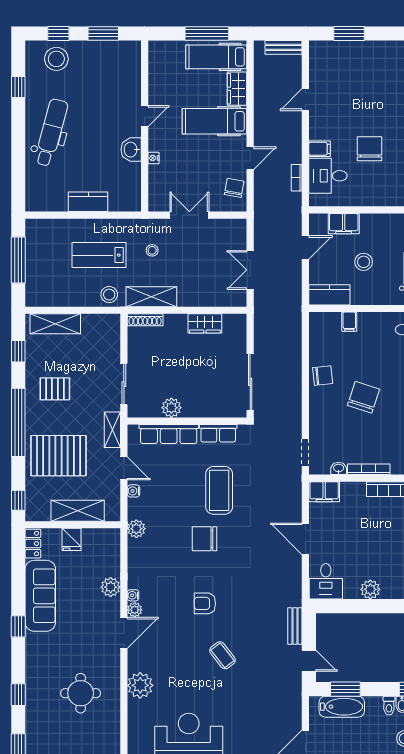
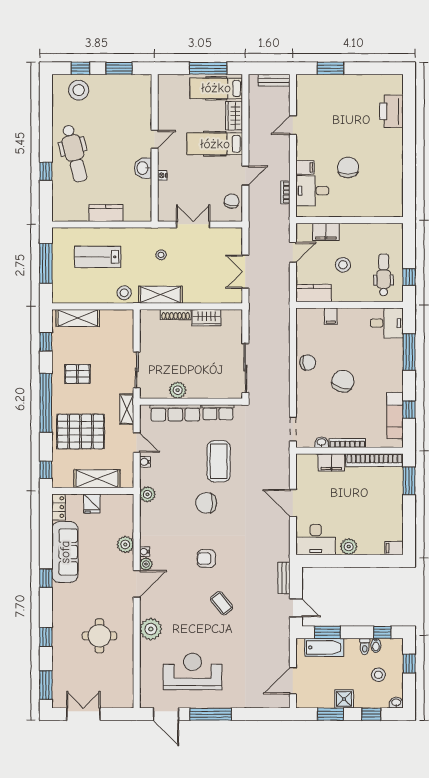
window: (18, 87) -> (46, 171), moved
dental chair: (51, 132) -> (74, 153), turned 151
lab bench: (99, 255) -> (98, 257), moved
shoe rack: (145, 320) -> (176, 315), moved
filing cabinet: (324, 492) -> (331, 462), moved
desk: (326, 581) -> (316, 540), width x1.37

